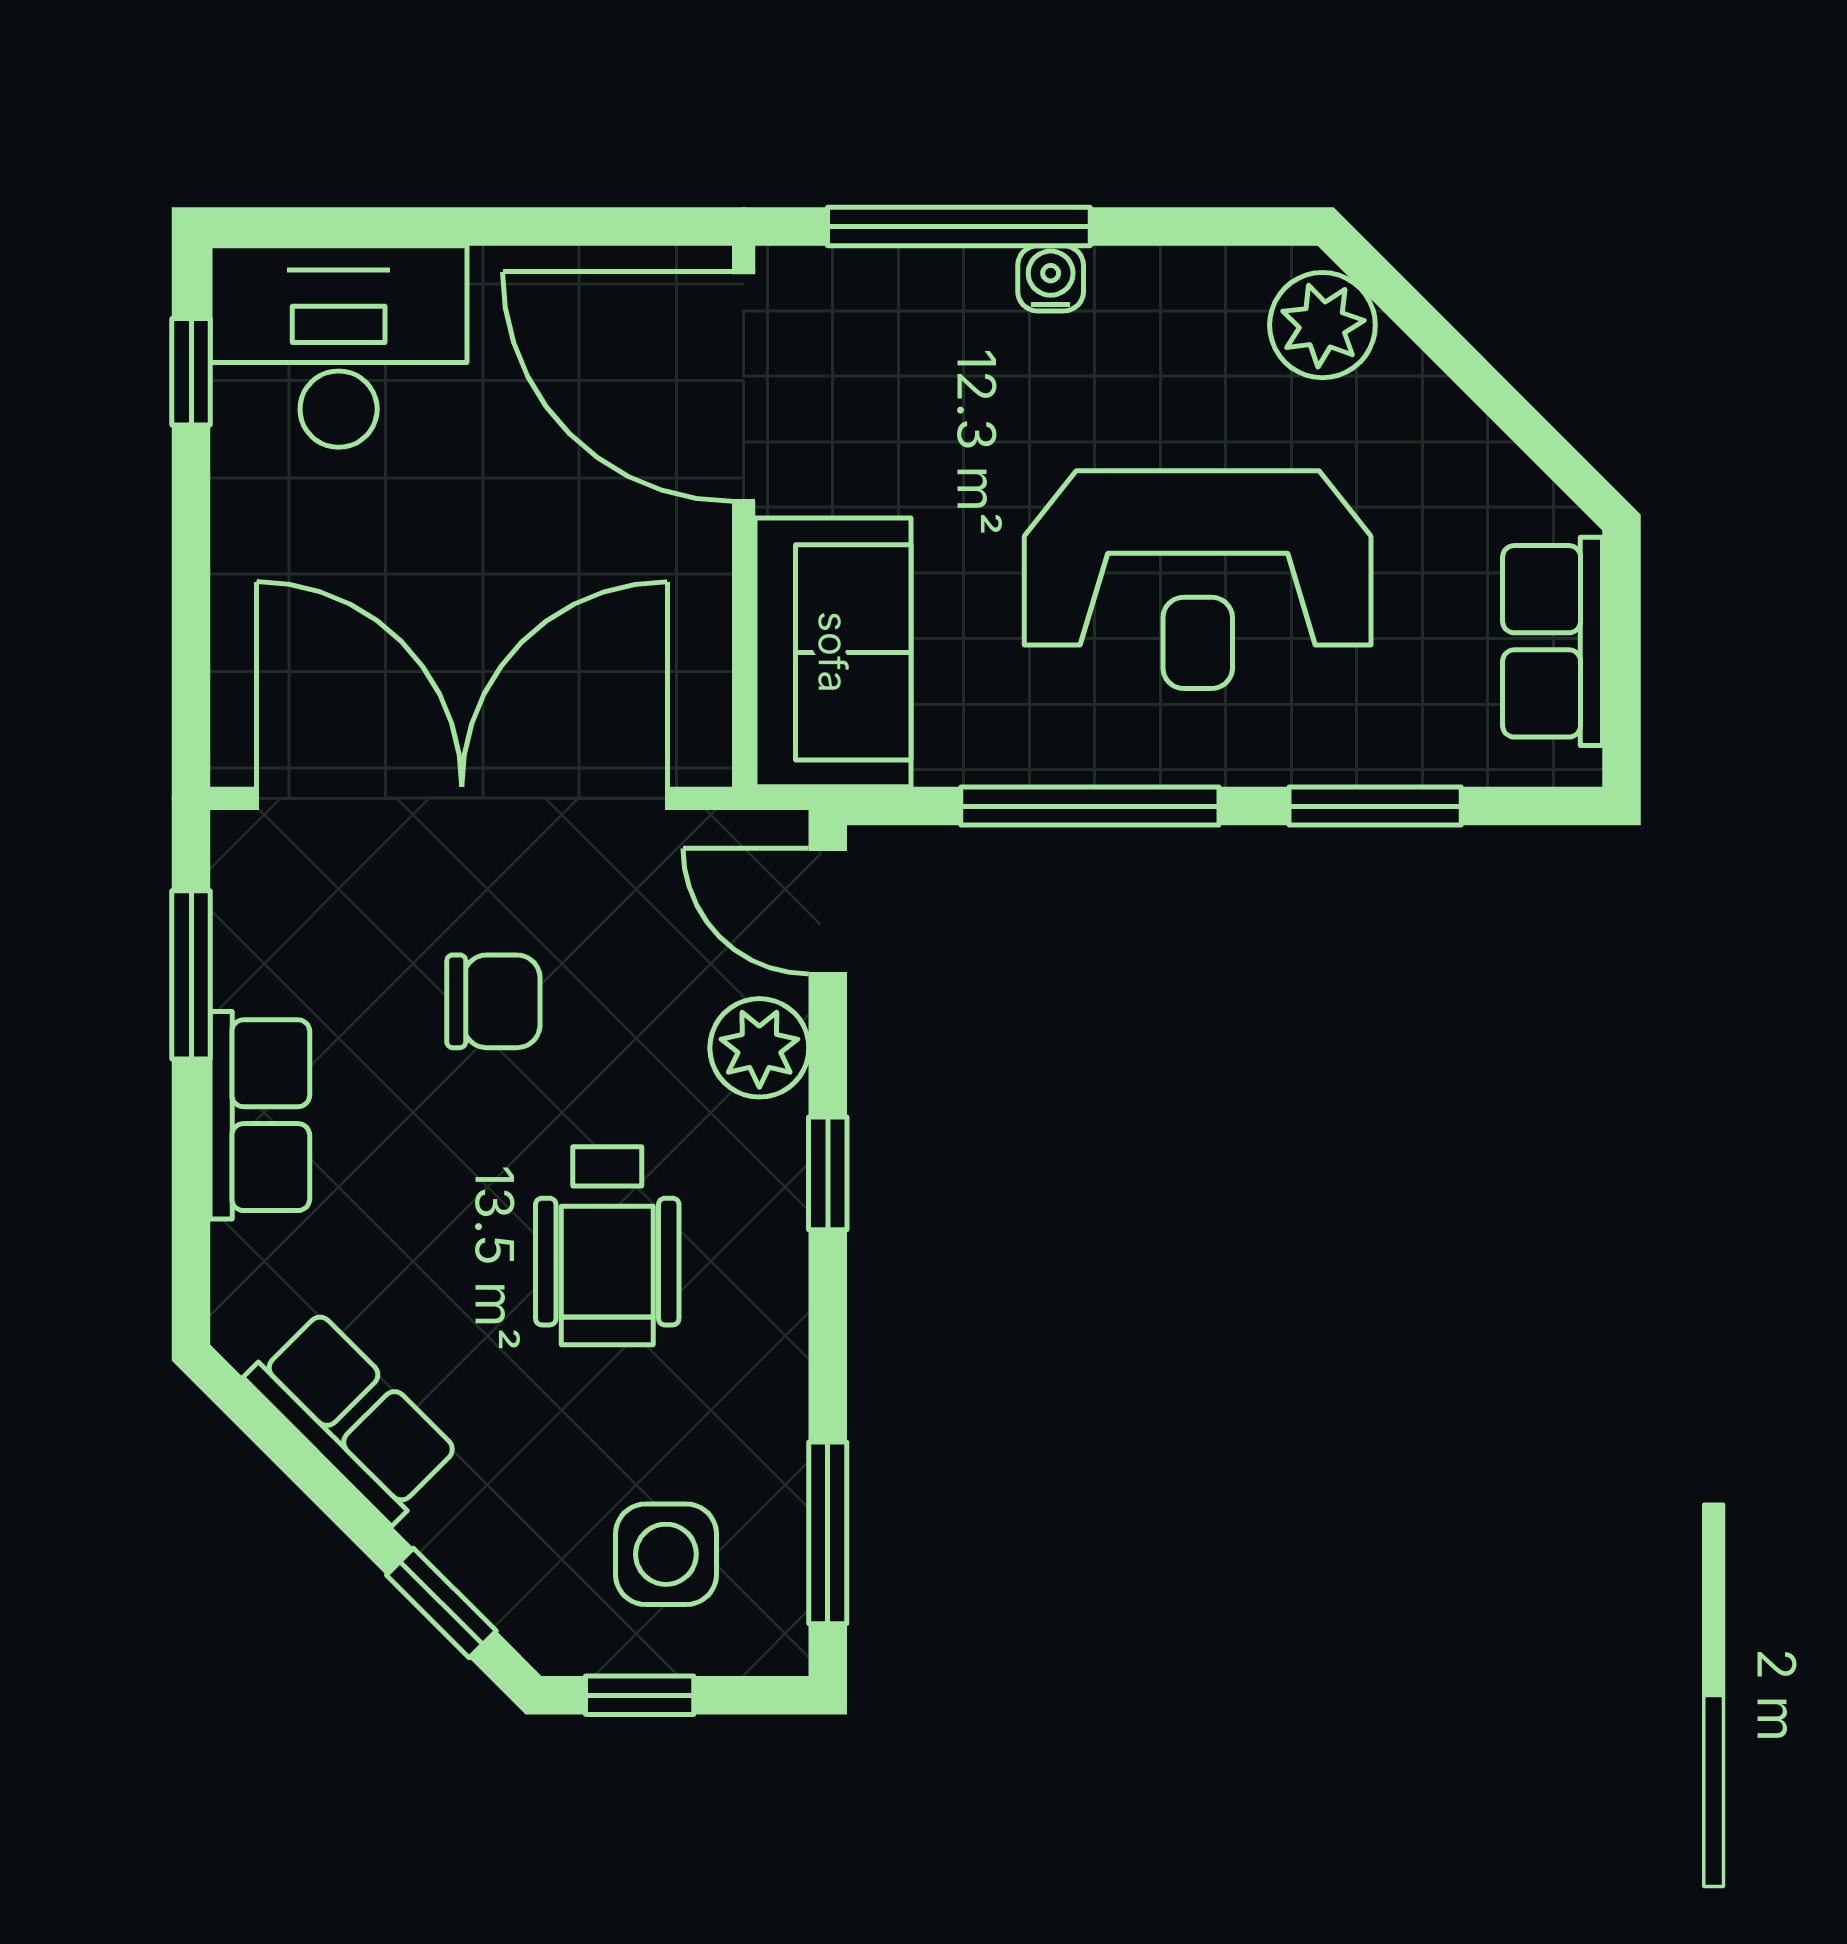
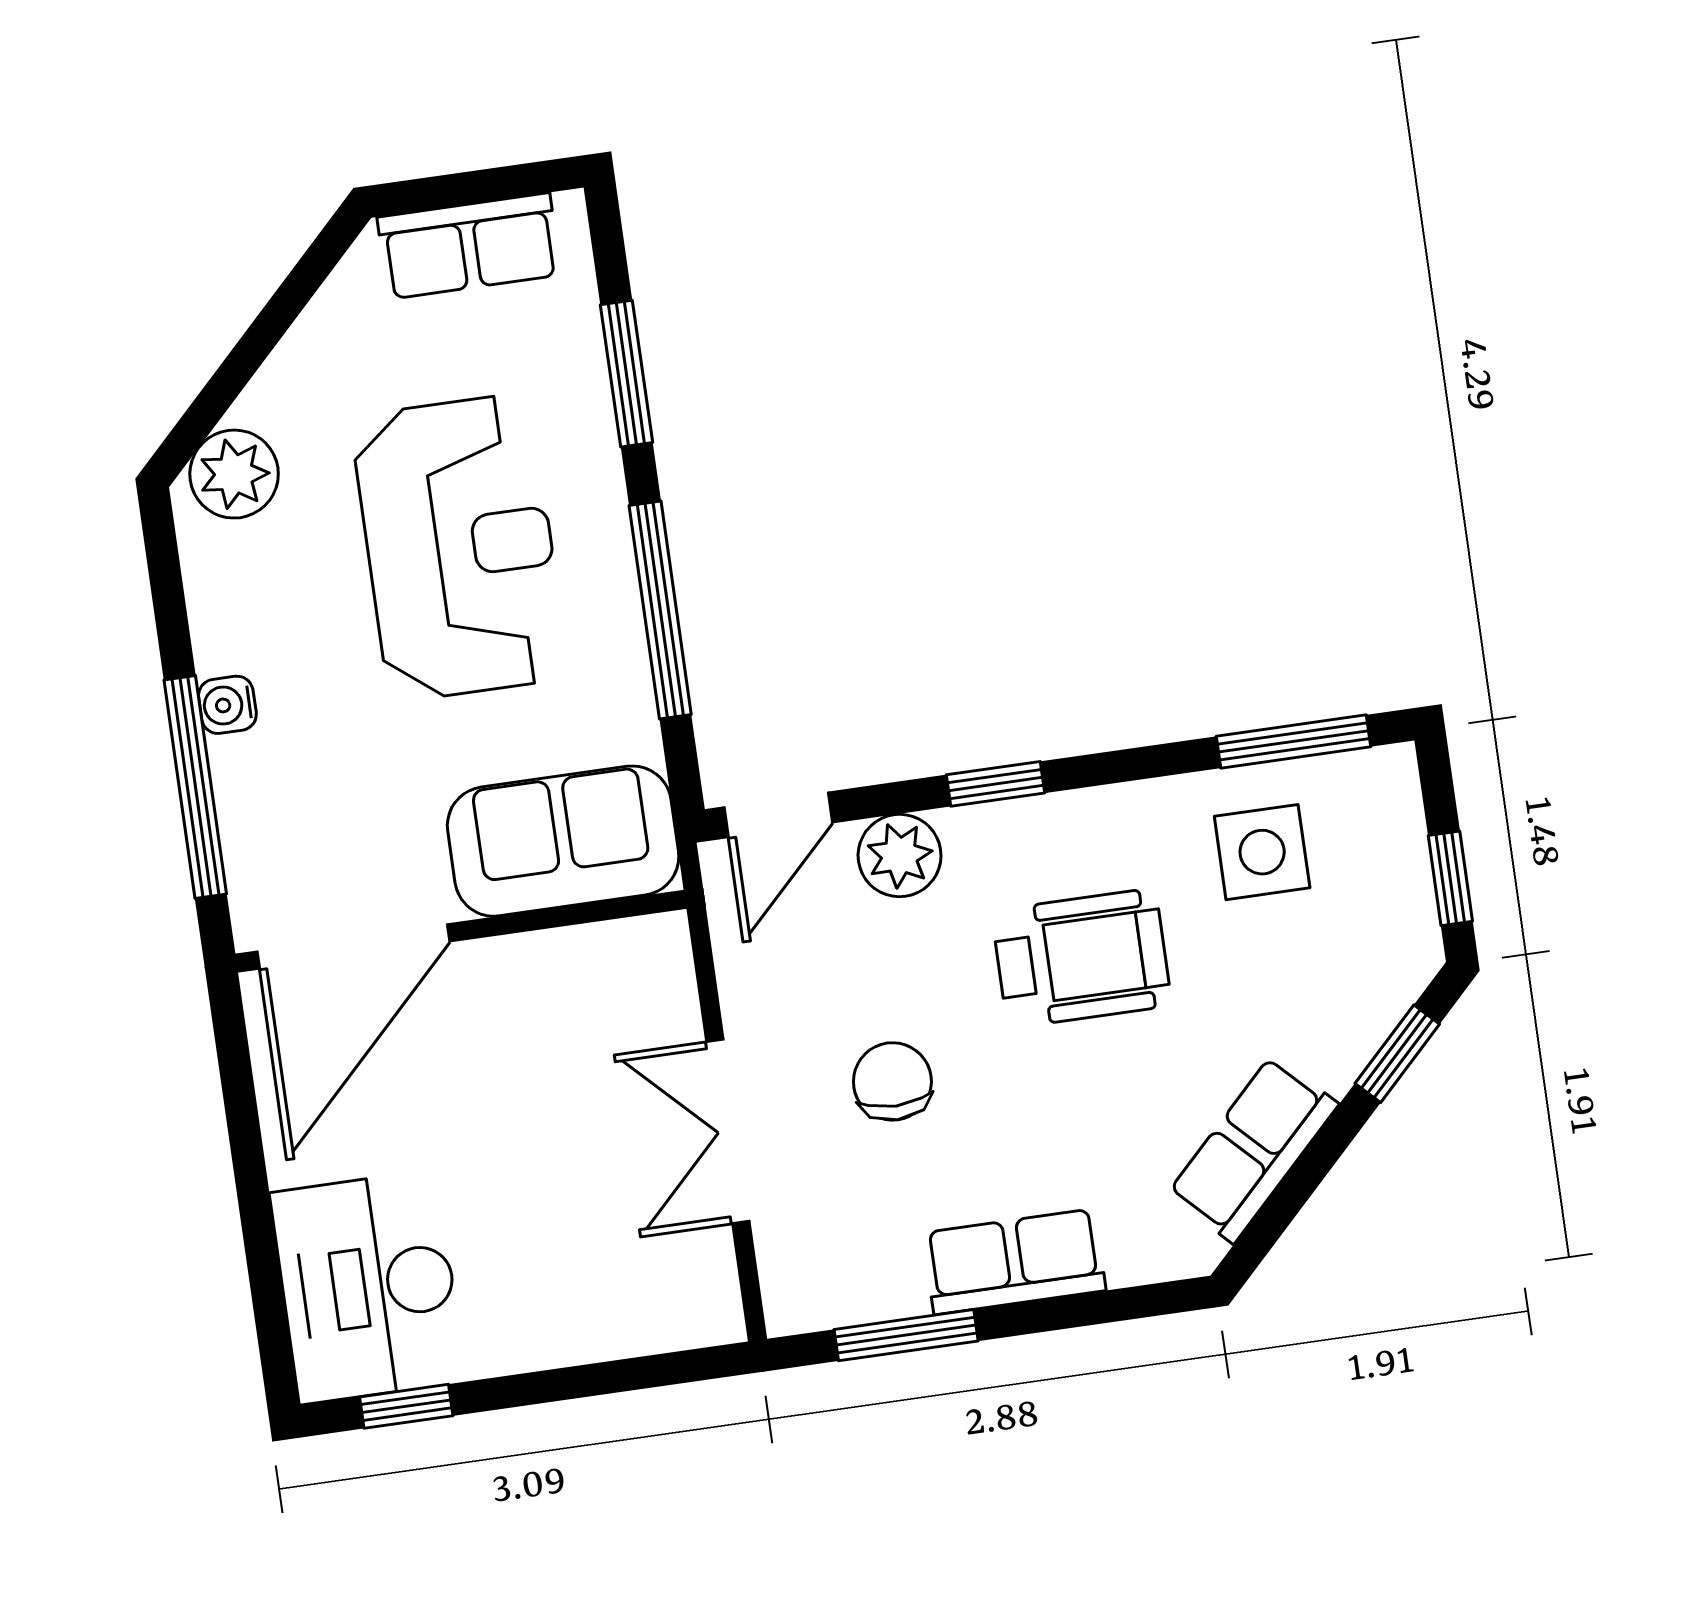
double door: (462, 798) -> (728, 1132), width x0.54
side table: (666, 1554) -> (1262, 852), moved

